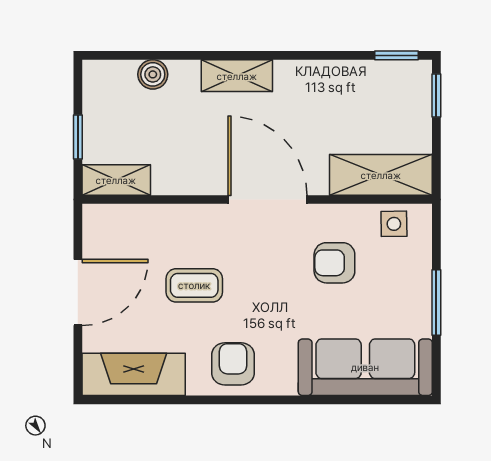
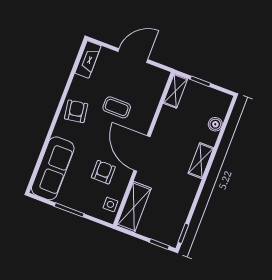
door: (267, 200) -> (142, 153), swing flipped
coffee table: (194, 285) -> (117, 107), turned 90
door: (78, 292) -> (133, 56), swing flipped
armchair: (233, 364) -> (76, 111), turned -99
fireplace: (134, 374) -> (88, 59), width x0.73, depth x0.76

